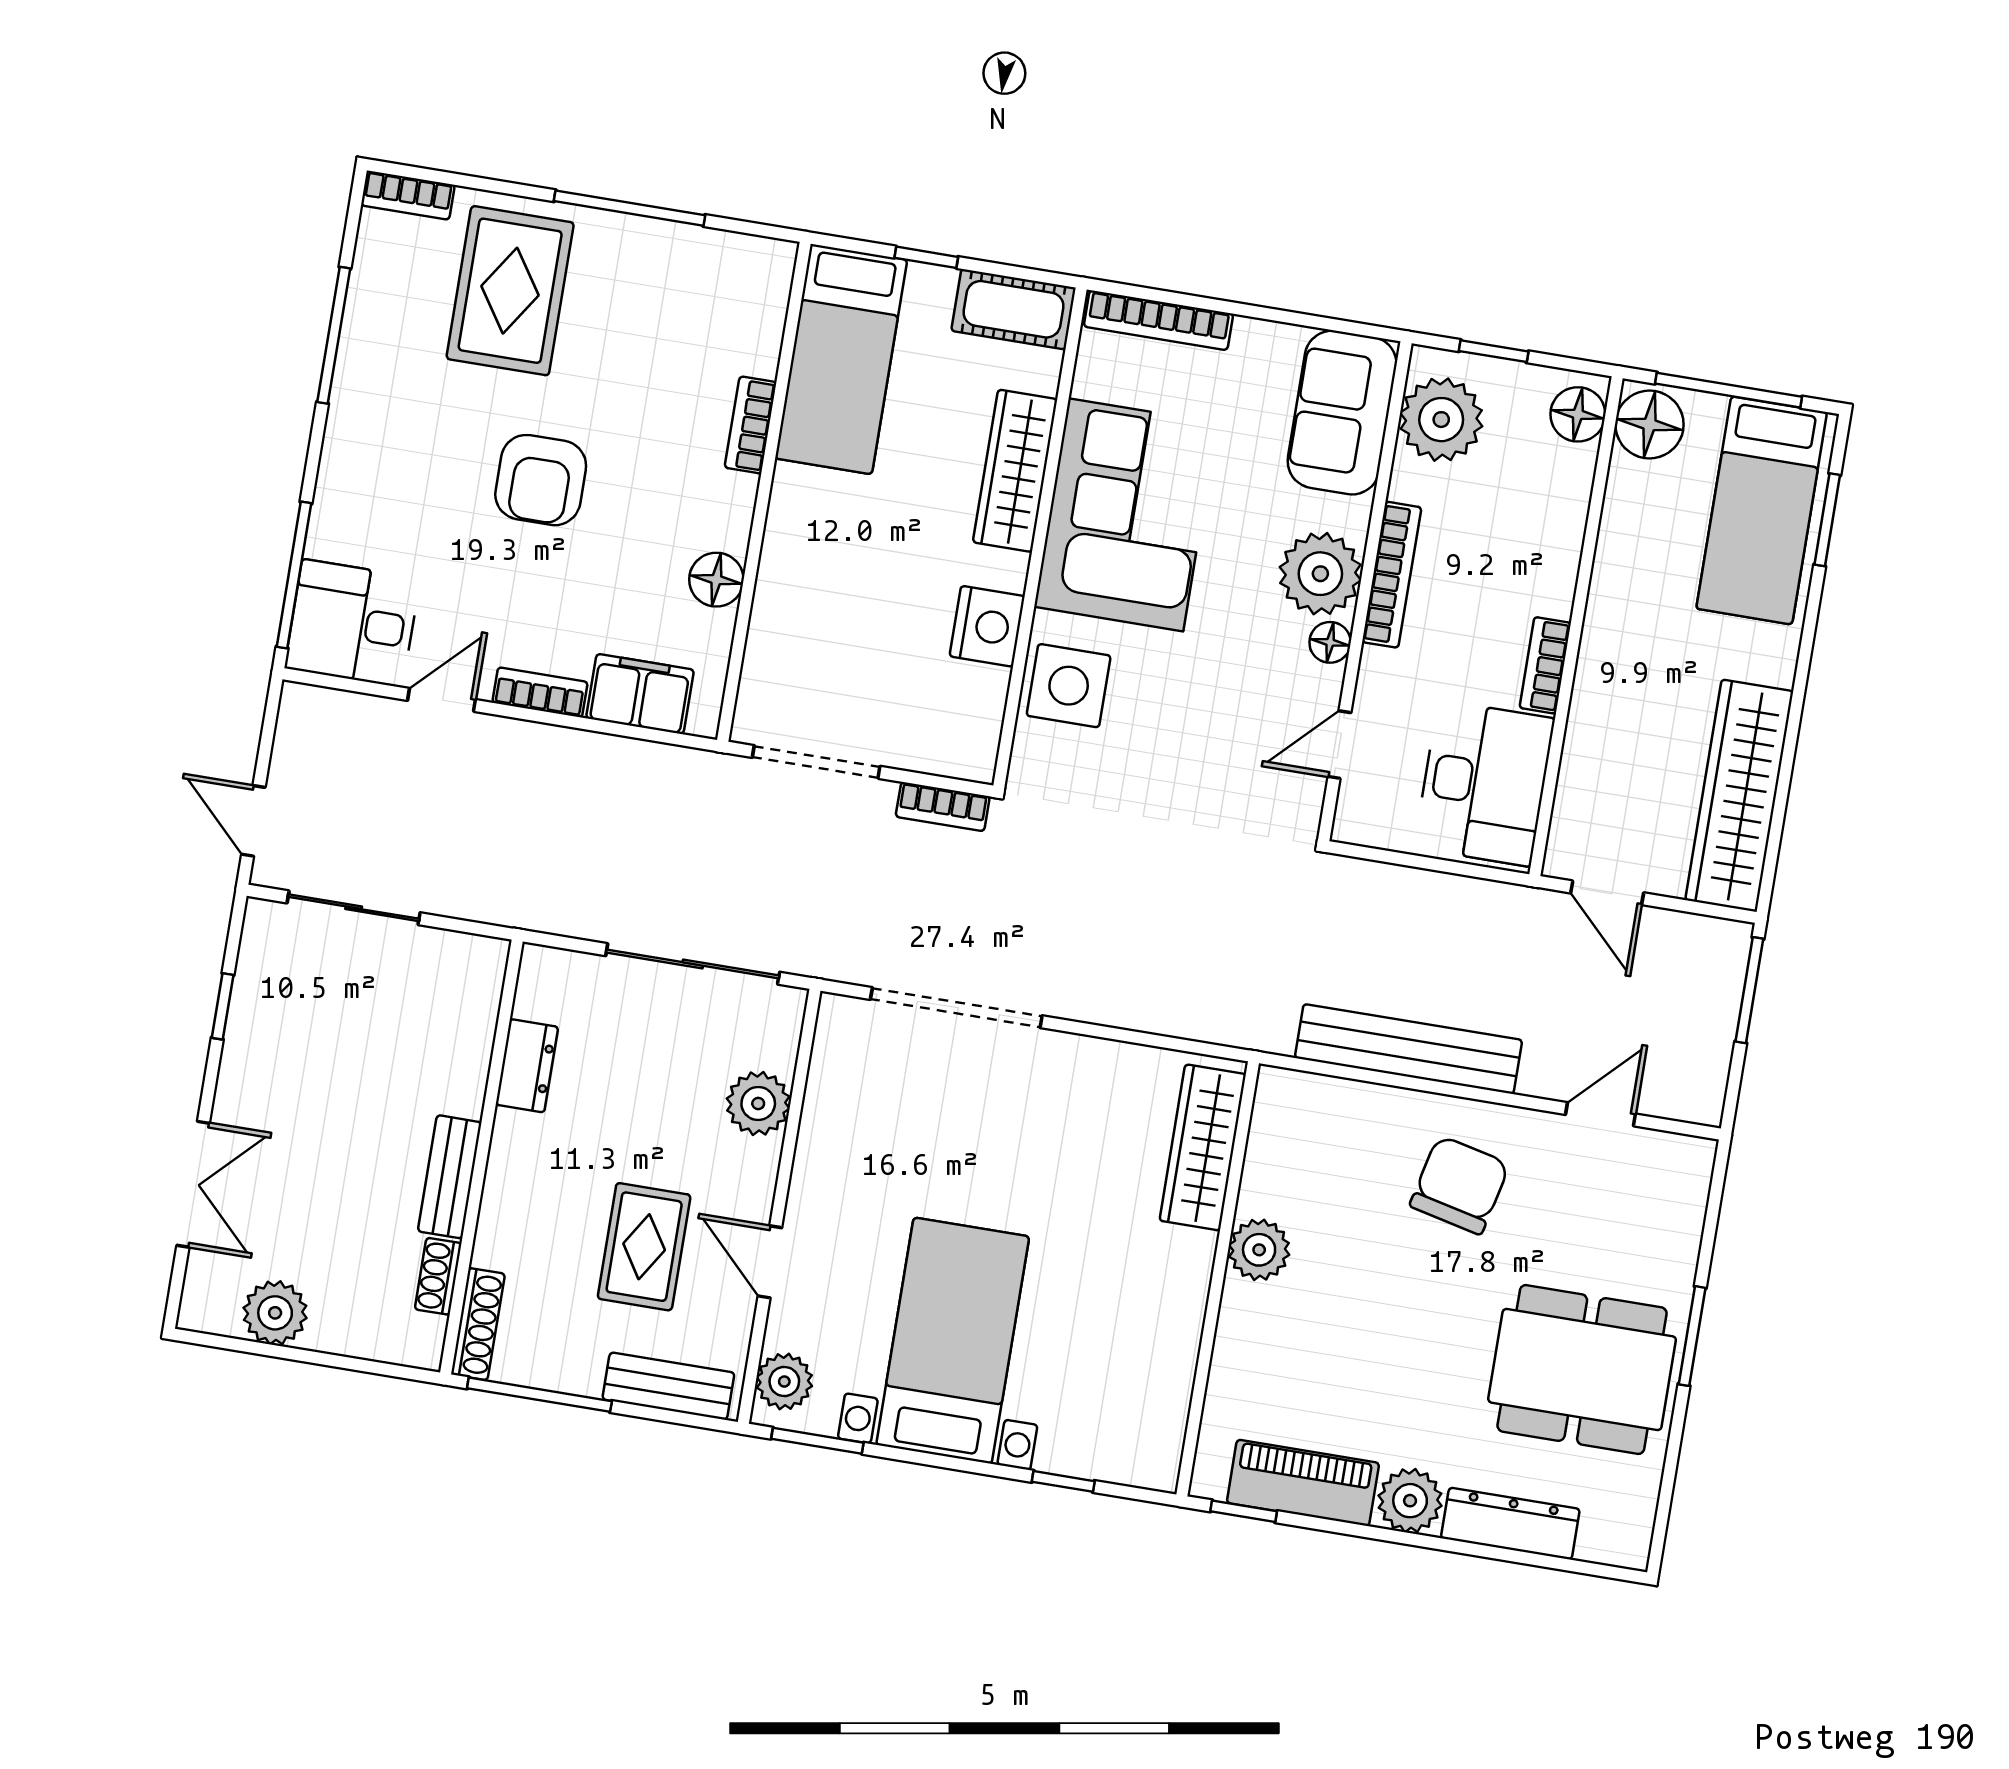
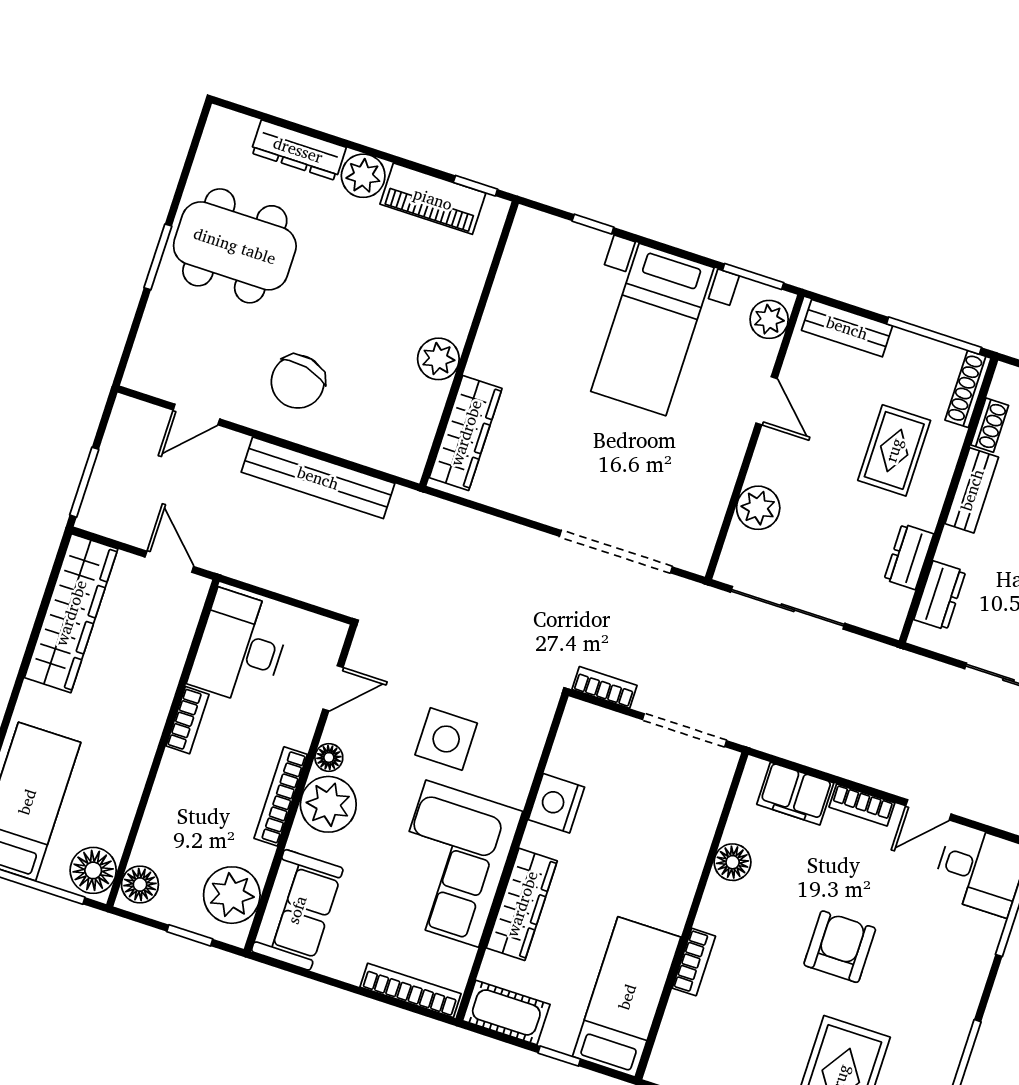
side table: (1069, 686) -> (446, 739), moved
dresser: (473, 1016) -> (940, 595), added
rug: (644, 1247) -> (894, 450), moved

